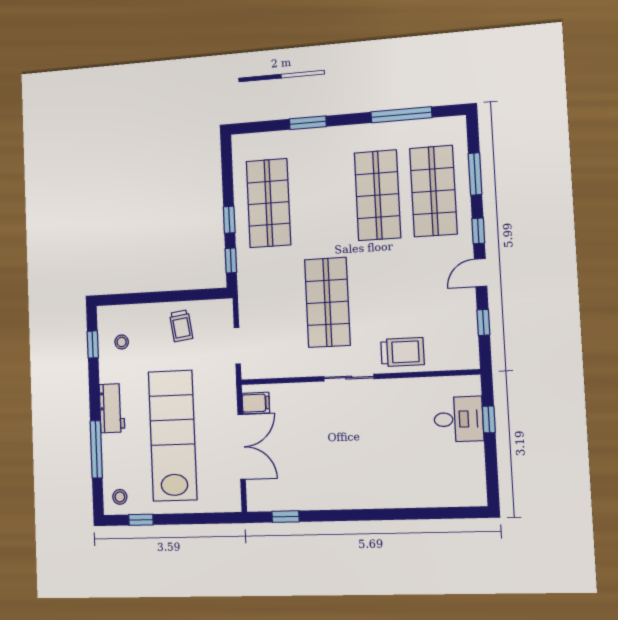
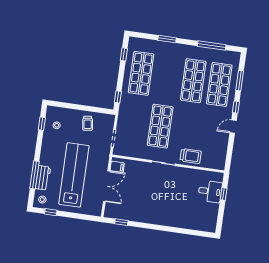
window: (229, 220) -> (124, 54), moved
window: (483, 322) -> (230, 150), removed
workbench: (112, 408) -> (43, 178), moved

